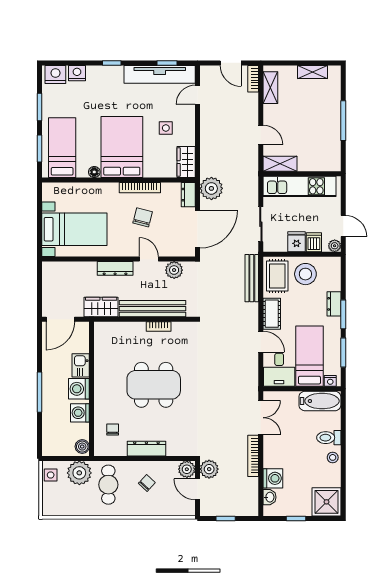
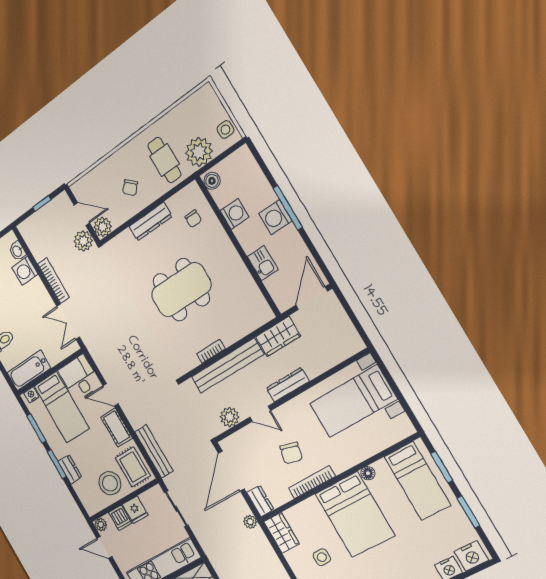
plant: (211, 188) -> (250, 522), width x0.53, depth x0.53
washing machine: (79, 389) -> (275, 217), moved, turned 180

